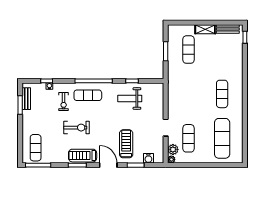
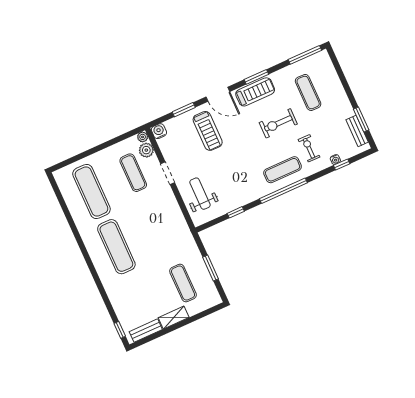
exercise mat: (222, 94) -> (116, 247), width x1.36, depth x1.45
weight bench: (130, 98) -> (200, 194), moved, turned -90
exercise mat: (36, 148) -> (308, 92), moved
water cooler: (148, 158) -> (159, 131), moved

